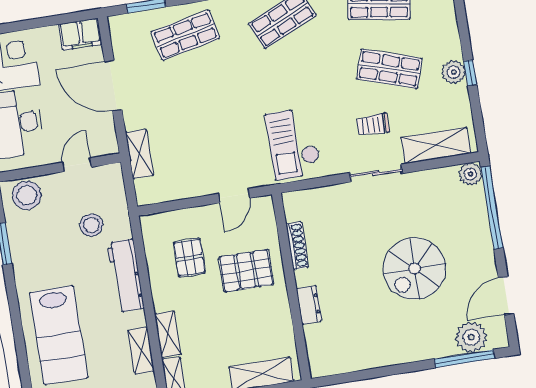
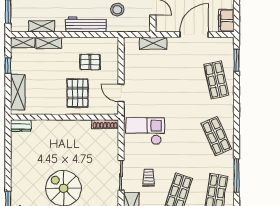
shoe rack: (297, 246) -> (105, 124), moved
dresser: (309, 305) -> (21, 125), moved

